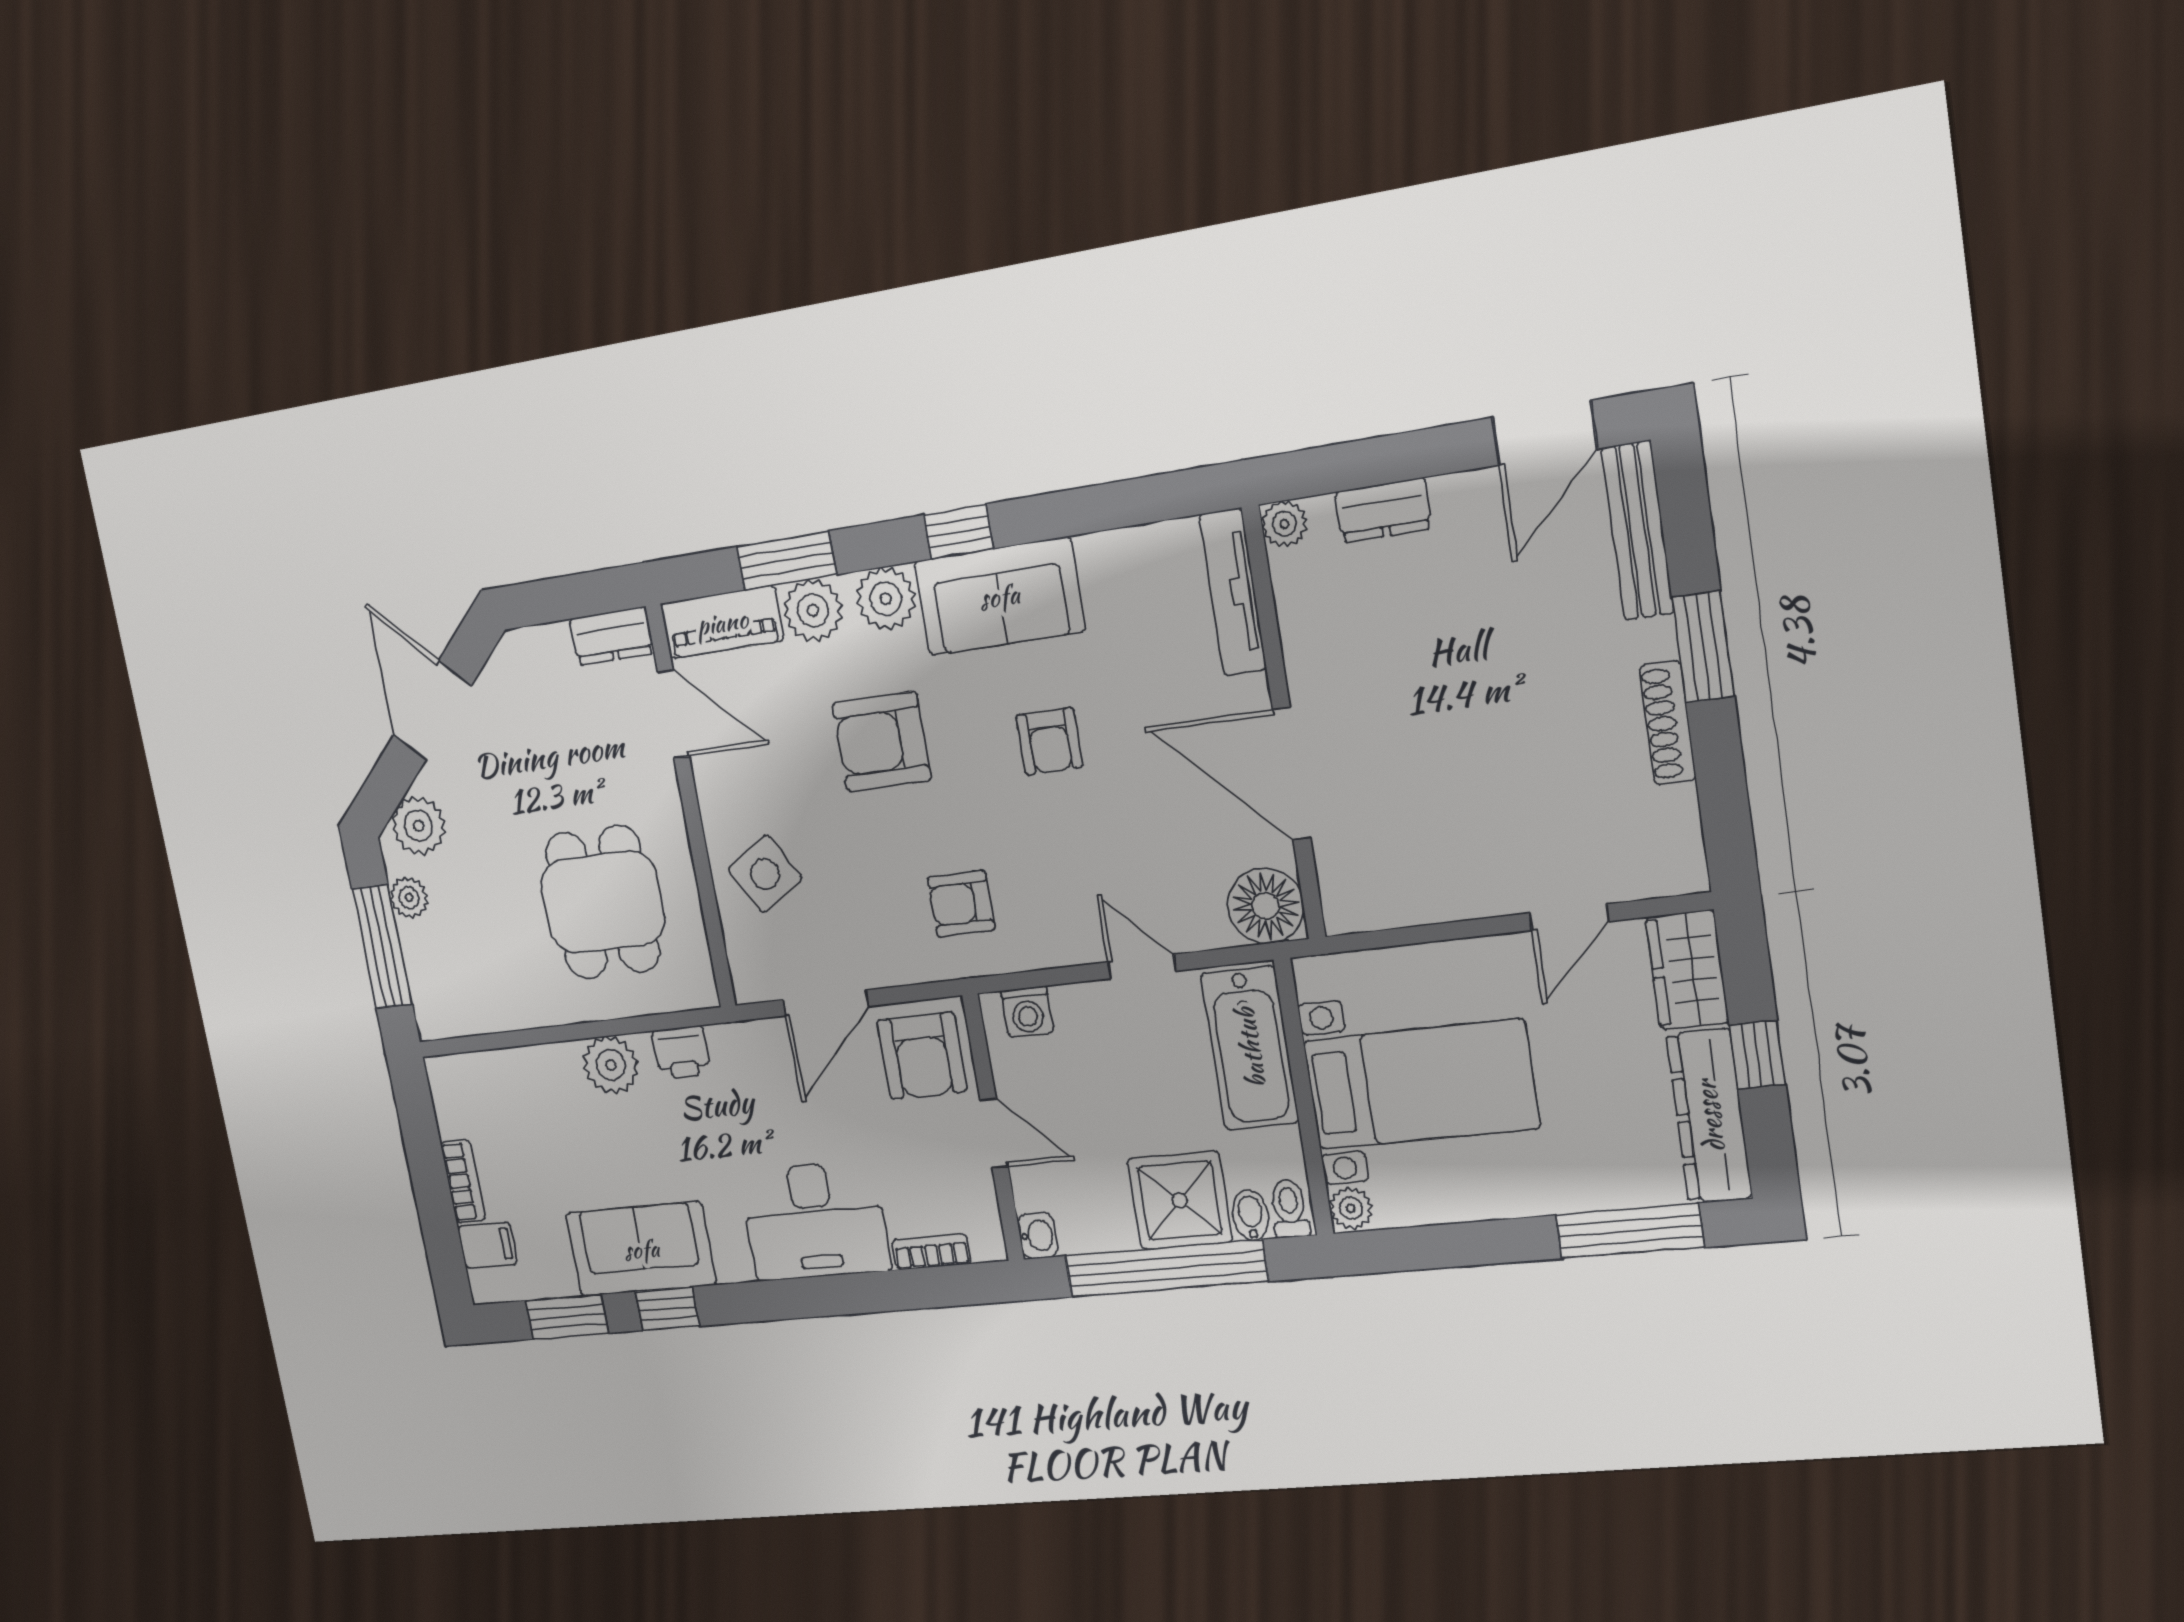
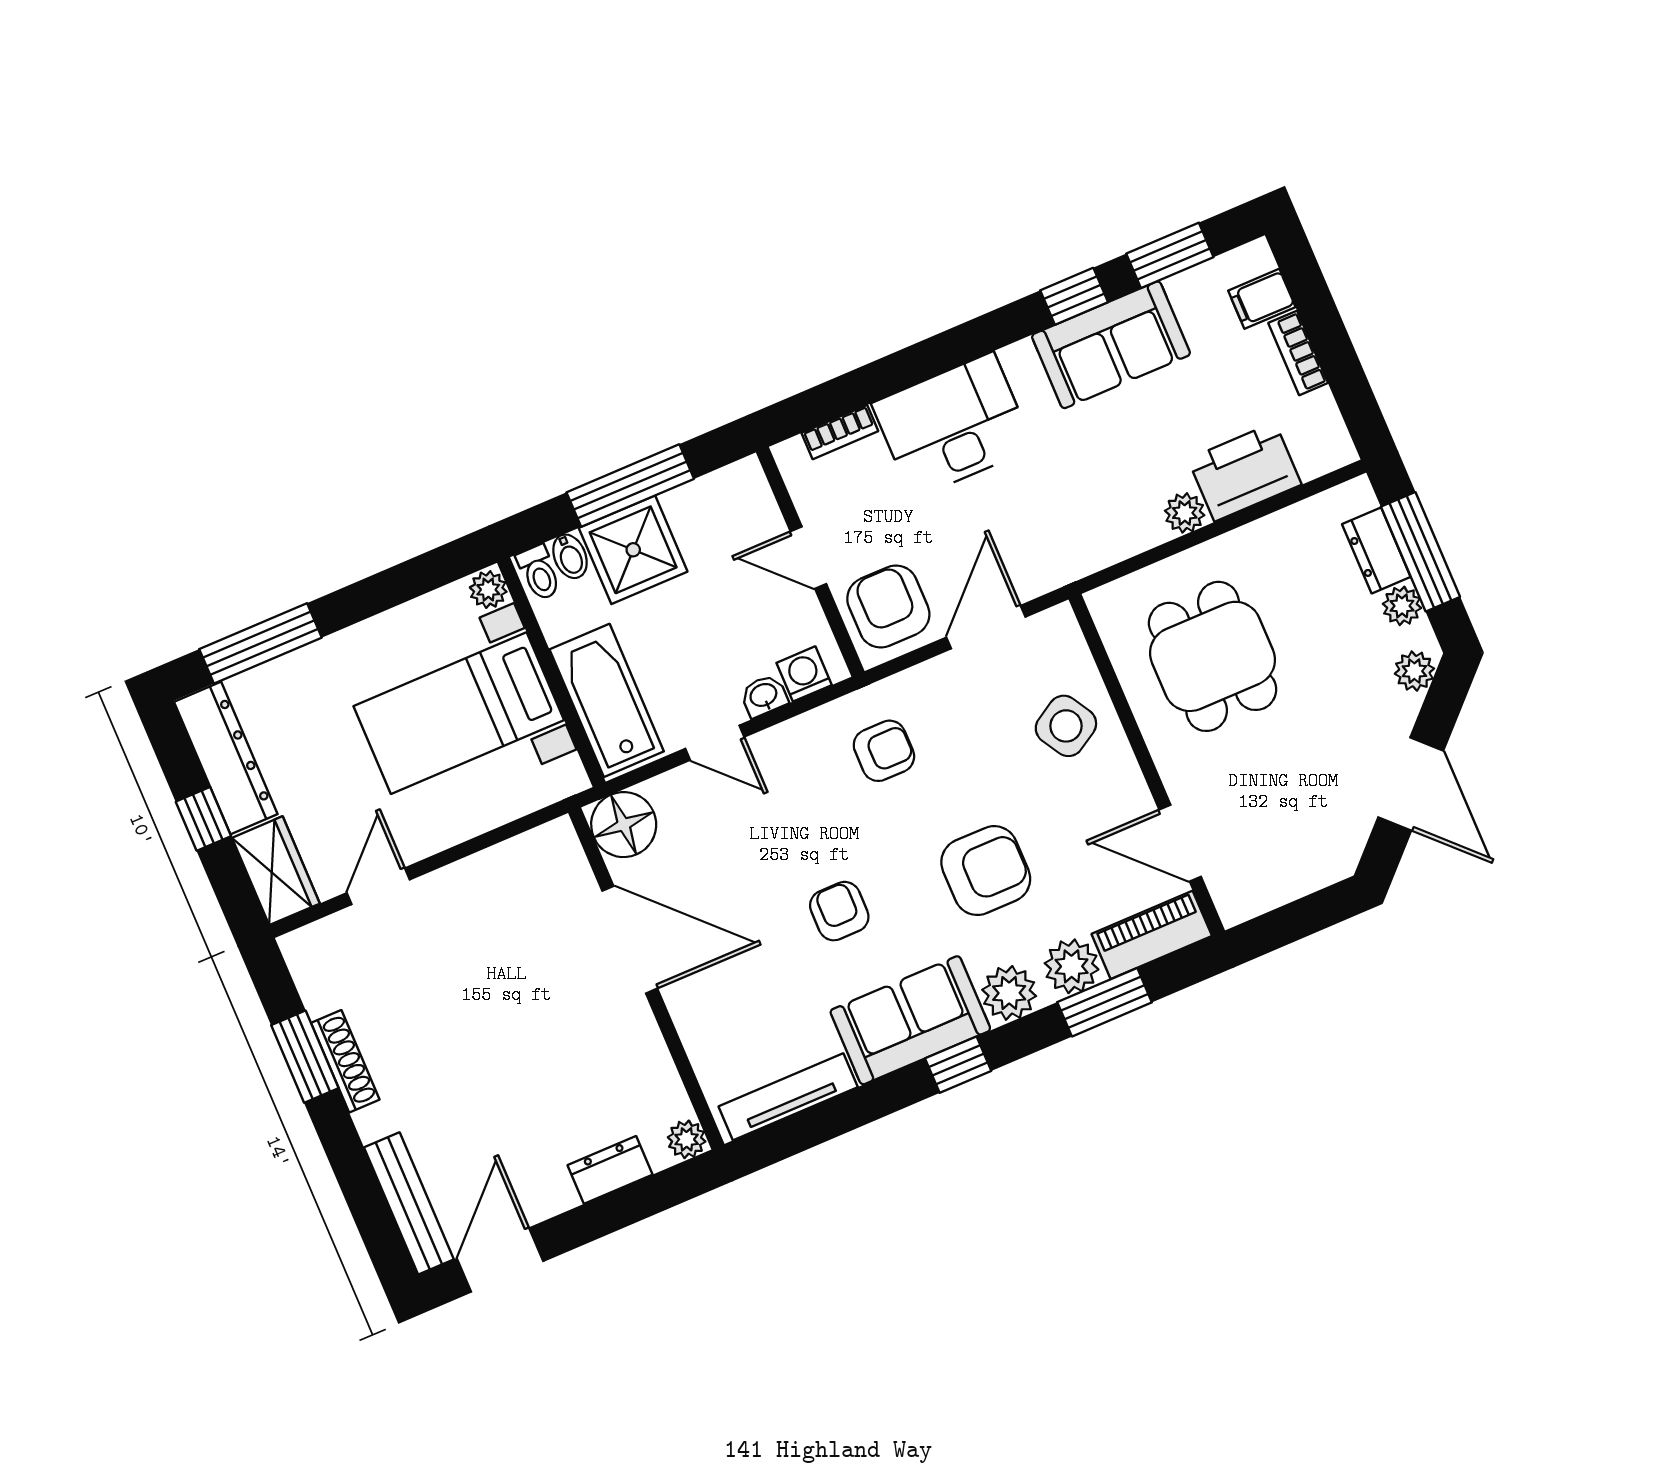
tv unit: (1233, 592) -> (788, 1097), moved, turned -90
dresser: (612, 636) -> (1376, 550), moved, turned -90
window: (1703, 647) -> (305, 1057), moved
plant: (419, 826) -> (1414, 671), width x0.73, depth x0.73
printer: (682, 1052) -> (1245, 472), moved, width x1.87, depth x1.48
plant: (611, 1065) -> (1185, 513), width x0.73, depth x0.73
washbasin: (1038, 1236) -> (764, 696), moved, turned 90
window: (1166, 1269) -> (630, 486), width x0.68

